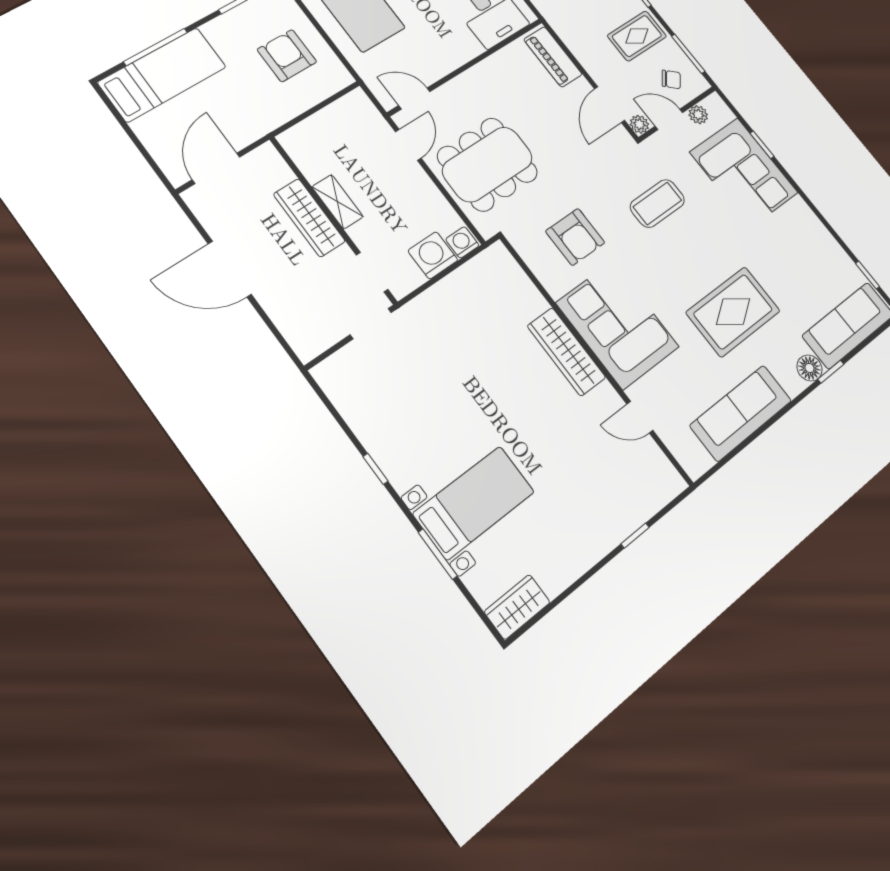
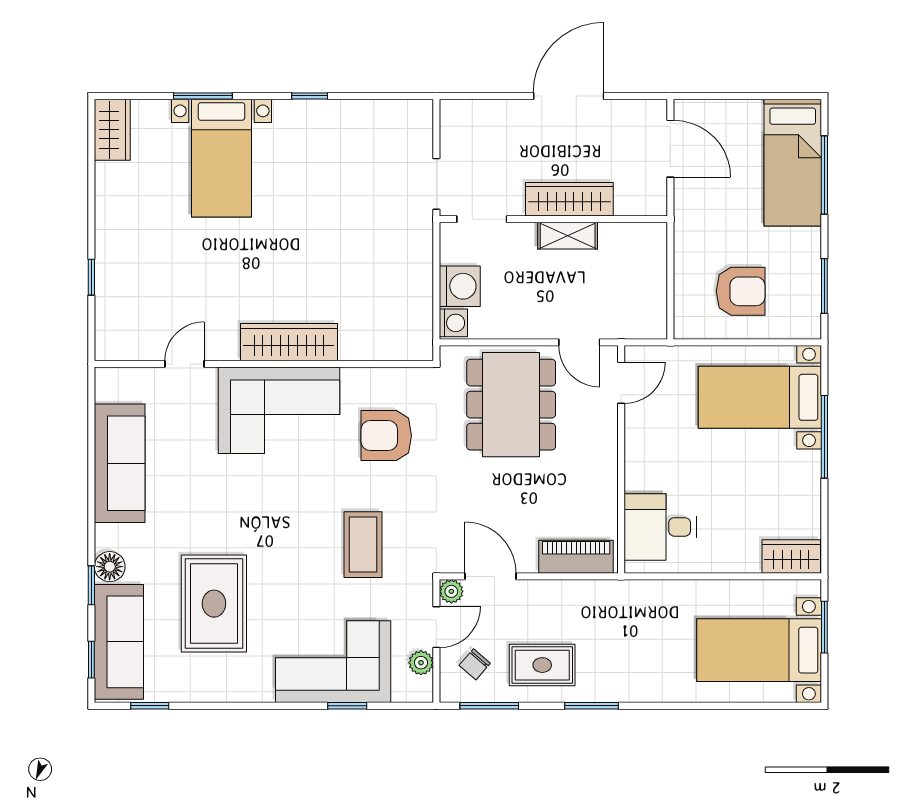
rug: (637, 36) -> (542, 665), turned 90
rug: (733, 312) -> (214, 604), moved
window: (874, 336) -> (91, 660), added

